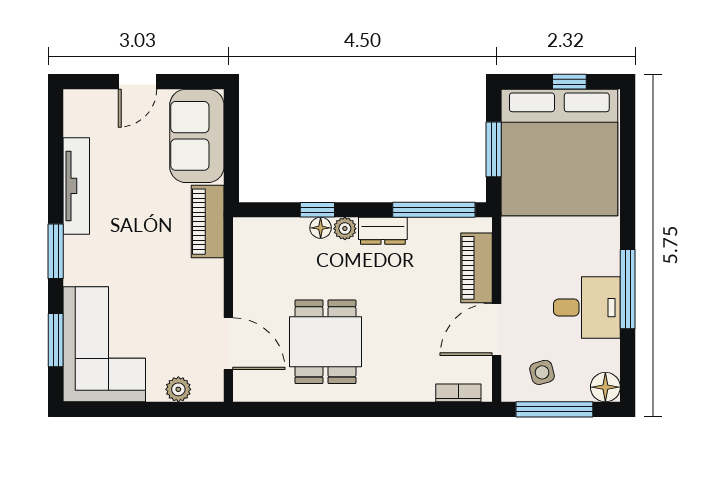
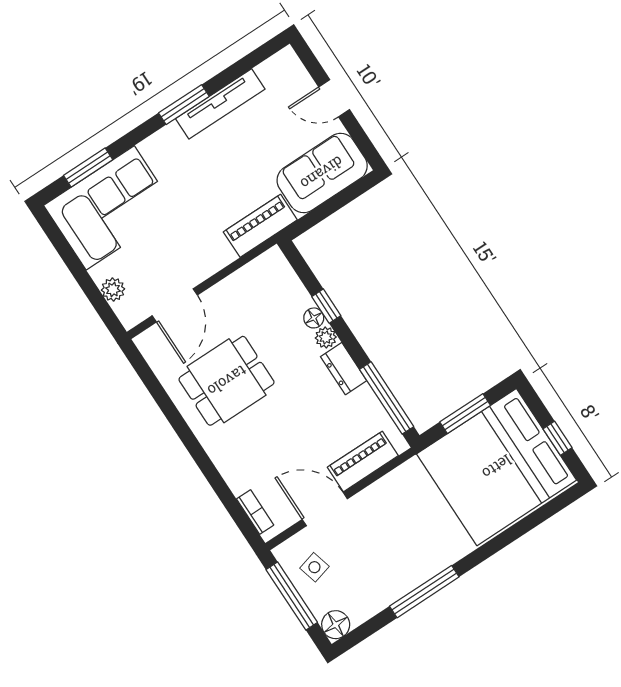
window: (56, 251) -> (184, 105), moved
desk: (587, 308) -> (389, 569), removed

